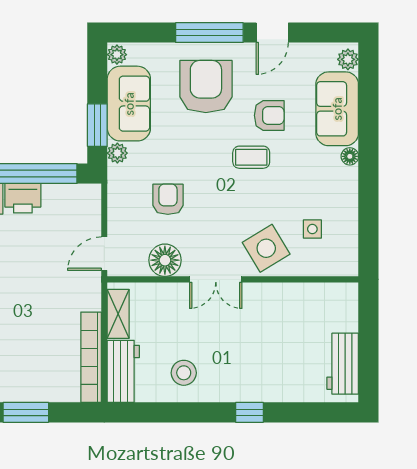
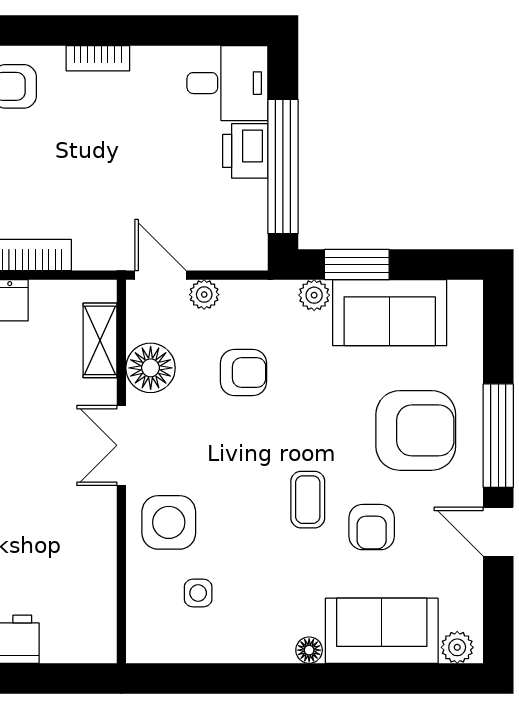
plant: (117, 55) -> (204, 295), moved
side table: (266, 248) -> (169, 522), turned 31
shelving: (118, 314) -> (100, 340), moved, turned 90

